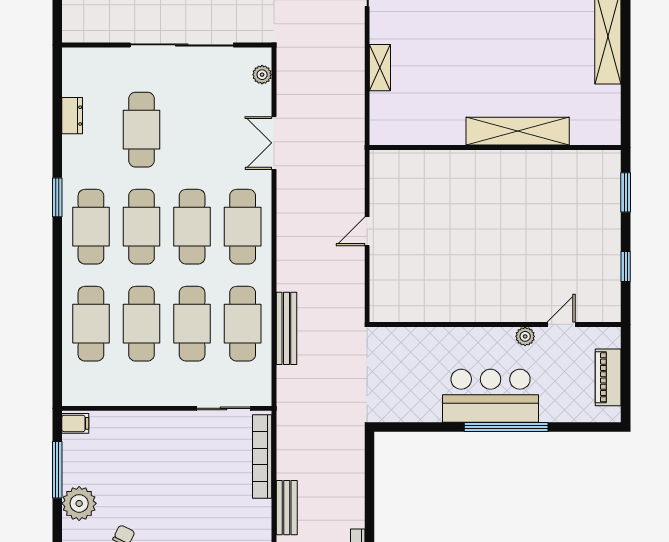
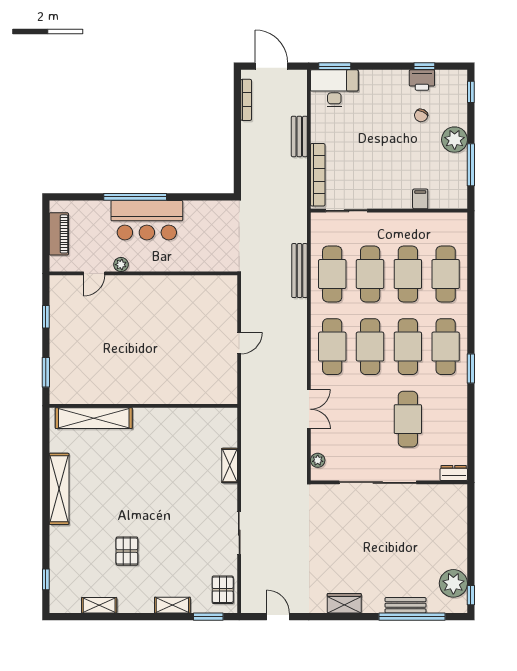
dresser: (72, 116) -> (454, 473), moved, turned 90
shelving: (518, 131) -> (94, 418), moved
filing cabinet: (75, 423) -> (420, 199), moved, turned 90

